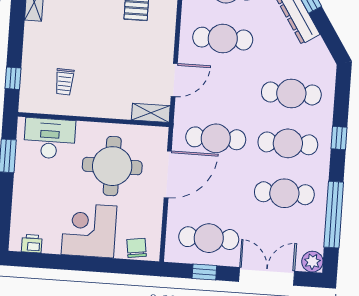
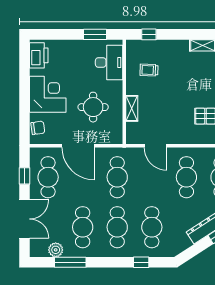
shelving: (151, 113) -> (132, 108), moved
window: (339, 138) -> (141, 262), moved
round table: (112, 166) -> (93, 107), width x0.73, depth x0.73
door: (168, 174) -> (78, 146), moved
window: (334, 215) -> (70, 262), width x0.68
printer: (32, 244) -> (39, 55), width x1.87, depth x1.48
plant: (312, 262) -> (56, 250), moved

